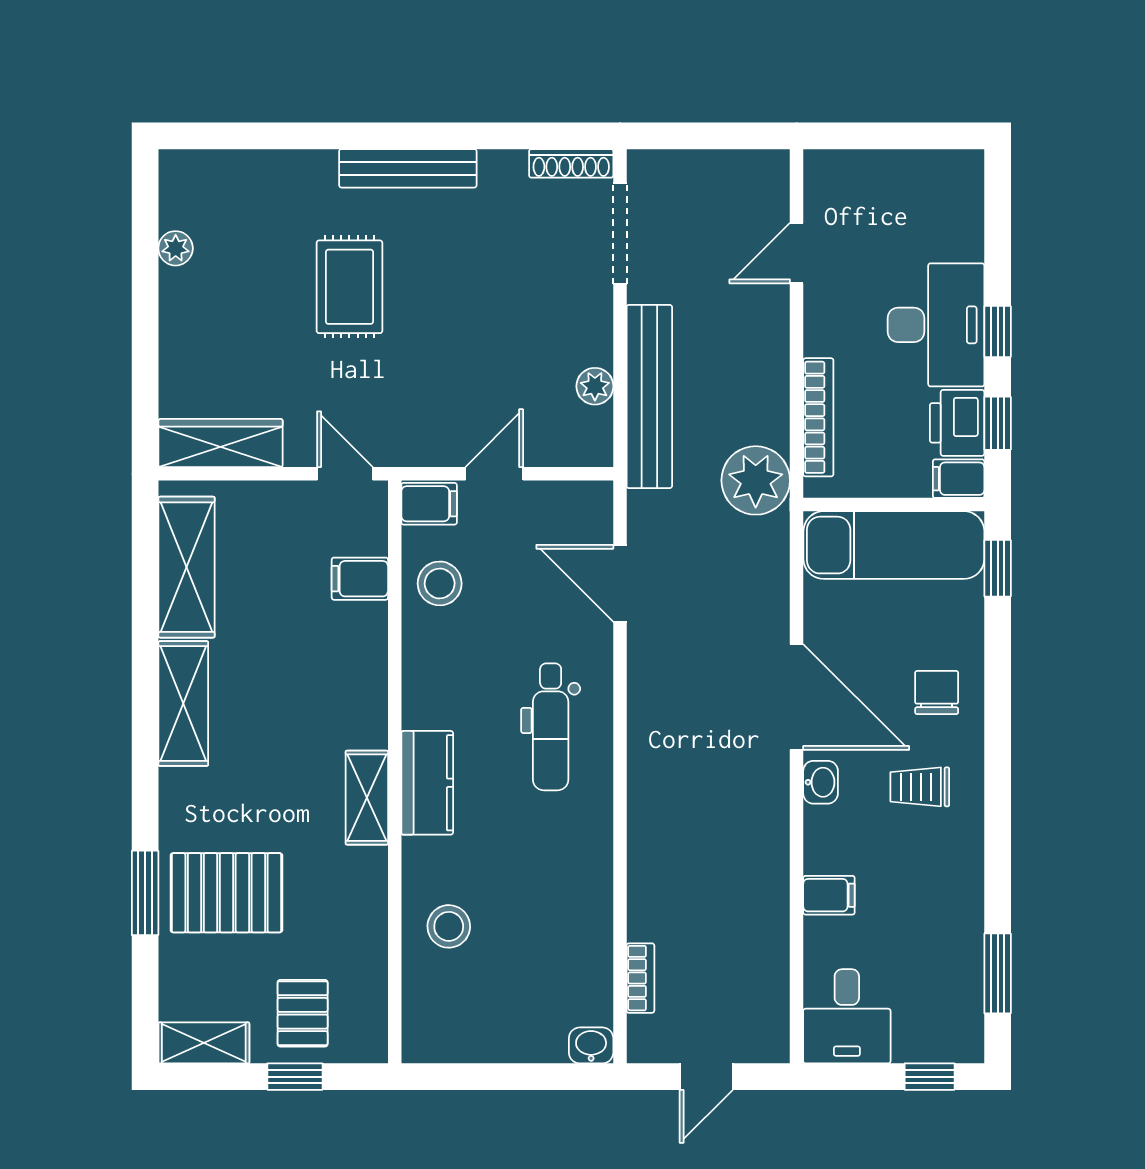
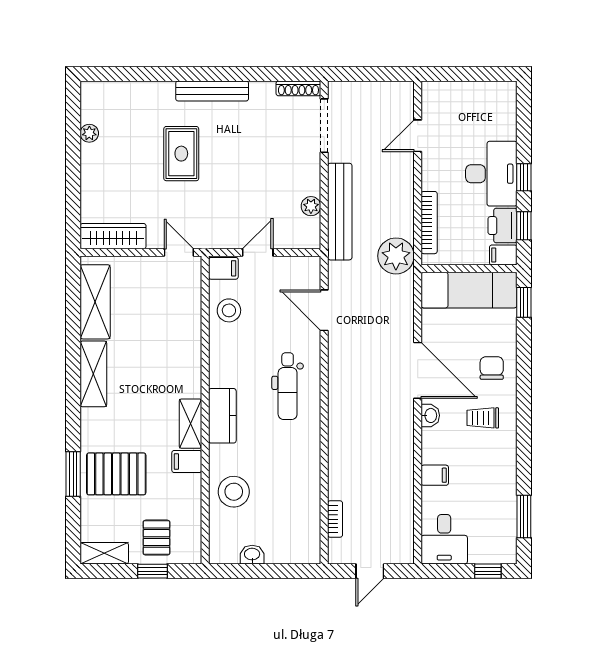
filing cabinet: (360, 579) -> (187, 461), moved
stool: (449, 926) -> (234, 492), width x1.38, depth x1.38
washbasin: (591, 1045) -> (252, 555), moved

